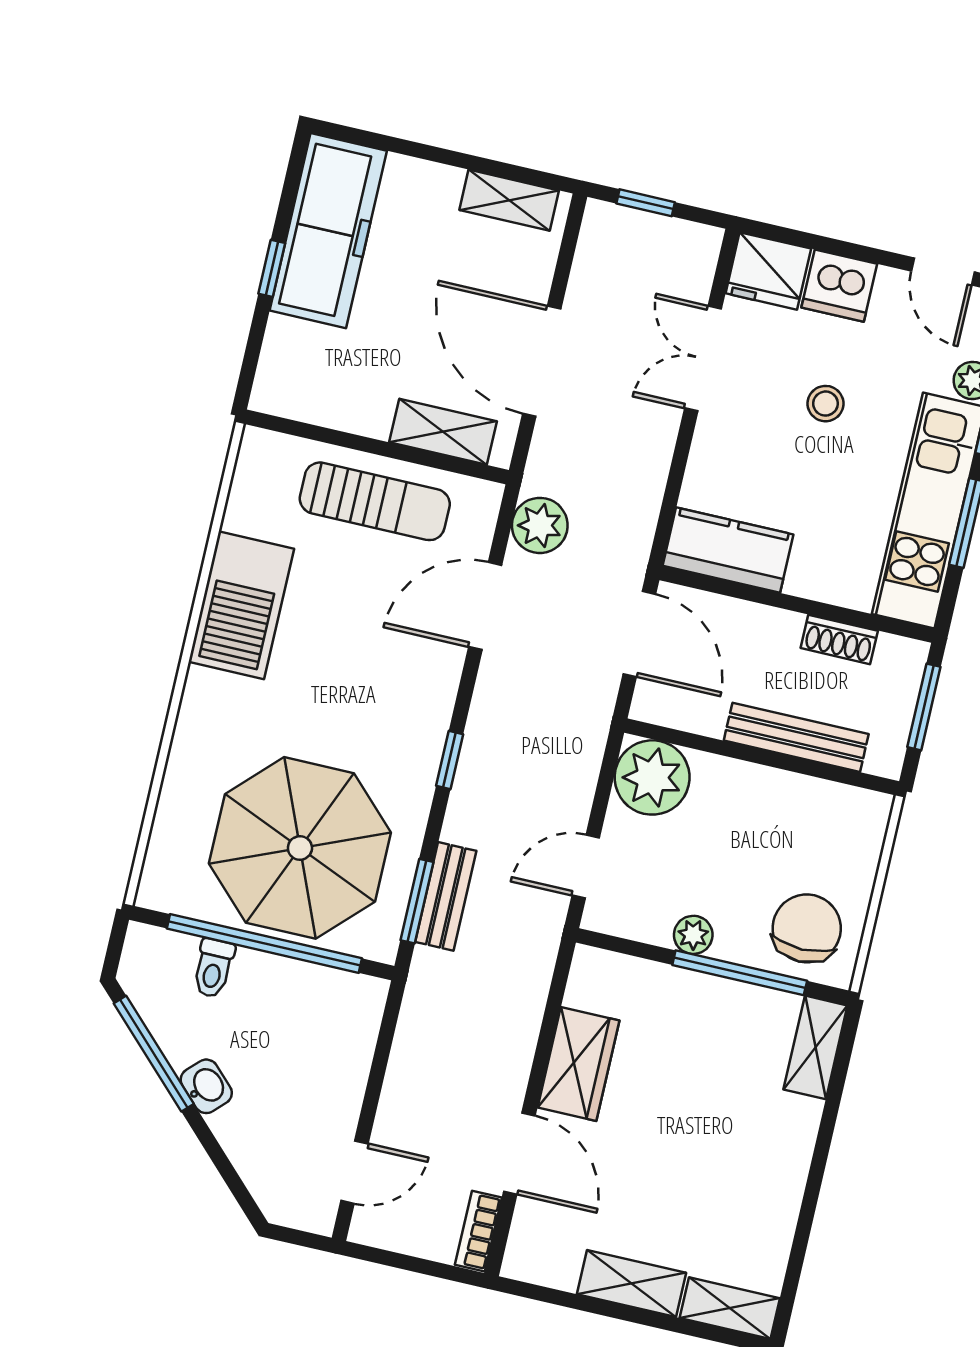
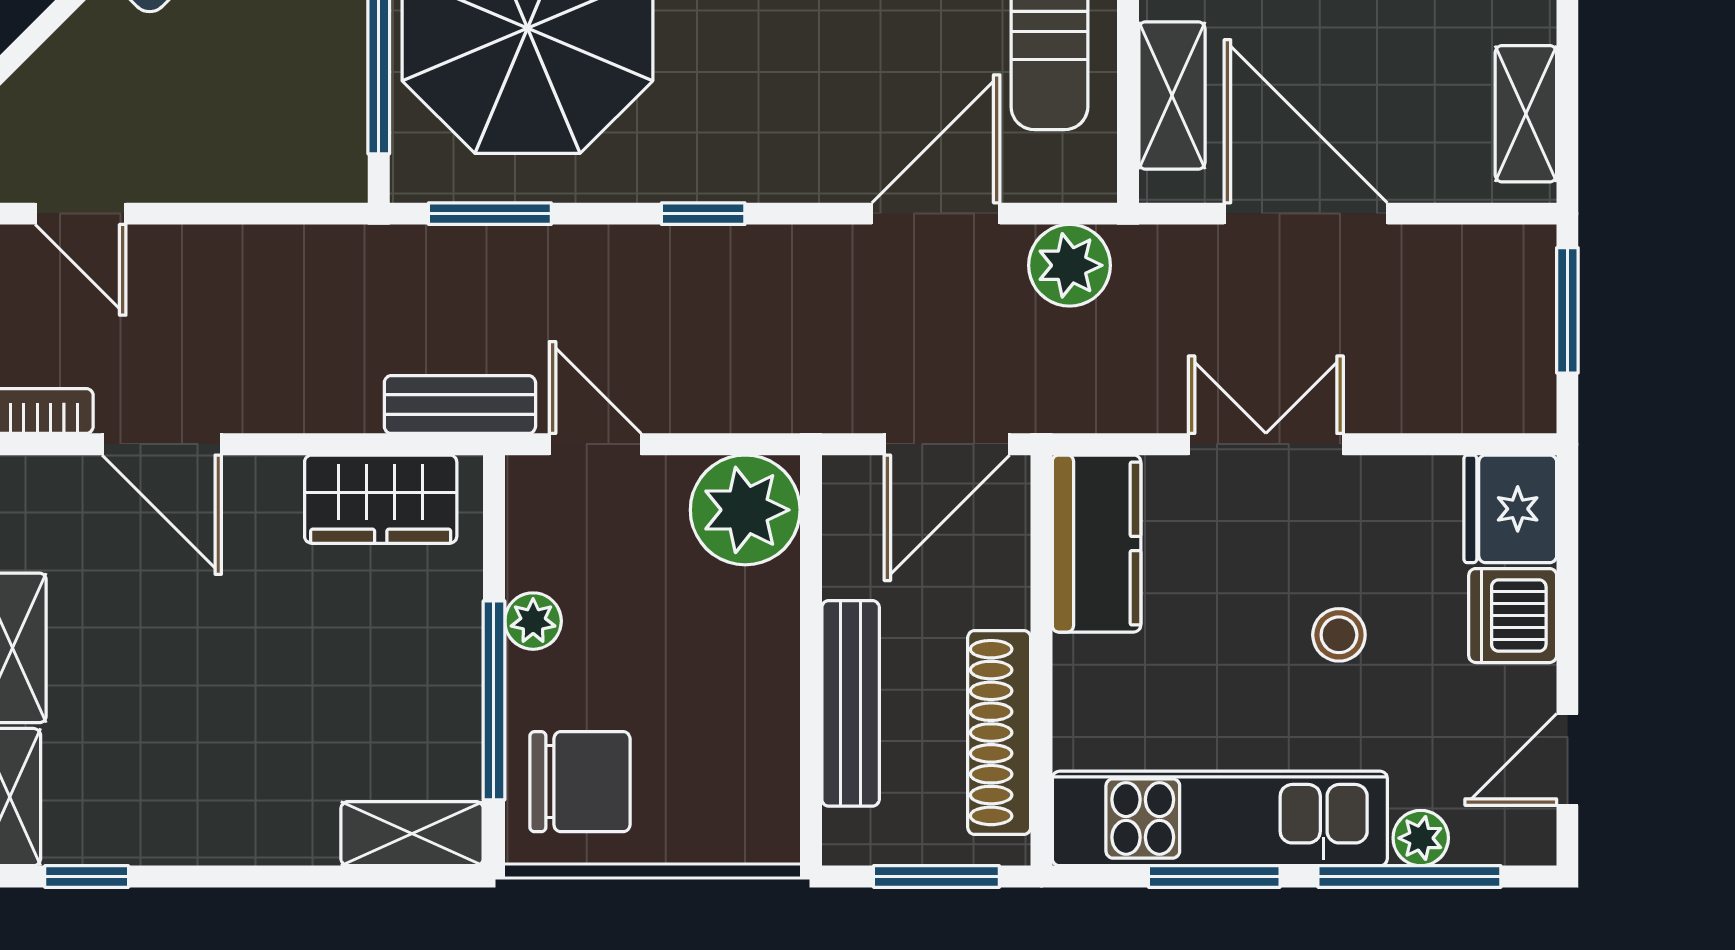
window: (646, 203) -> (1567, 310), width x1.50
double door: (703, 358) -> (1266, 444), moved
door: (542, 361) -> (1306, 214), hinge flipped
door: (485, 606) -> (936, 214), hinge flipped
shoe rack: (839, 639) -> (999, 733), width x1.94, depth x1.24
bench: (446, 896) -> (460, 405), moved
wardrobe: (578, 1064) -> (381, 499), moved
door: (519, 1154) -> (162, 444), hinge flipped
window: (794, 1269) -> (87, 876), added

